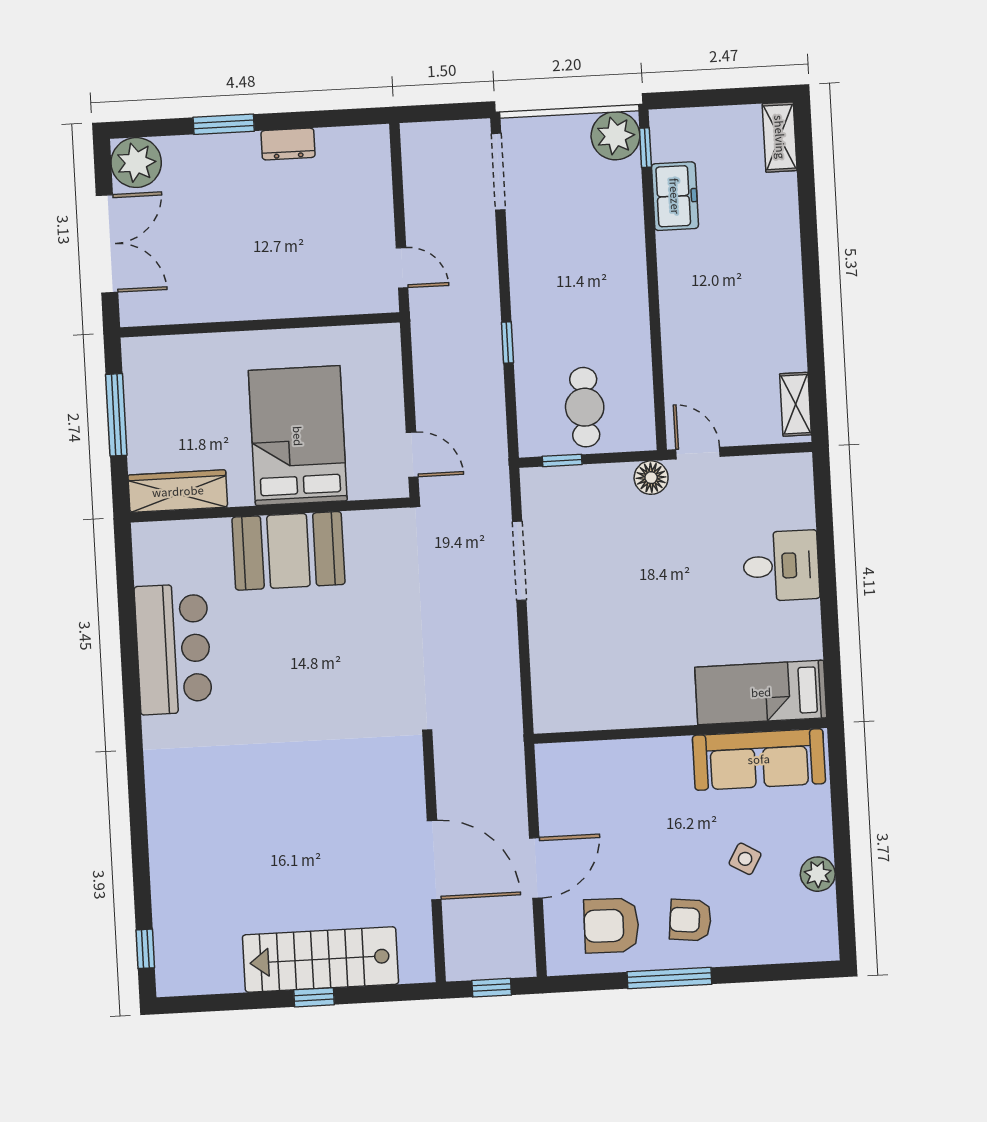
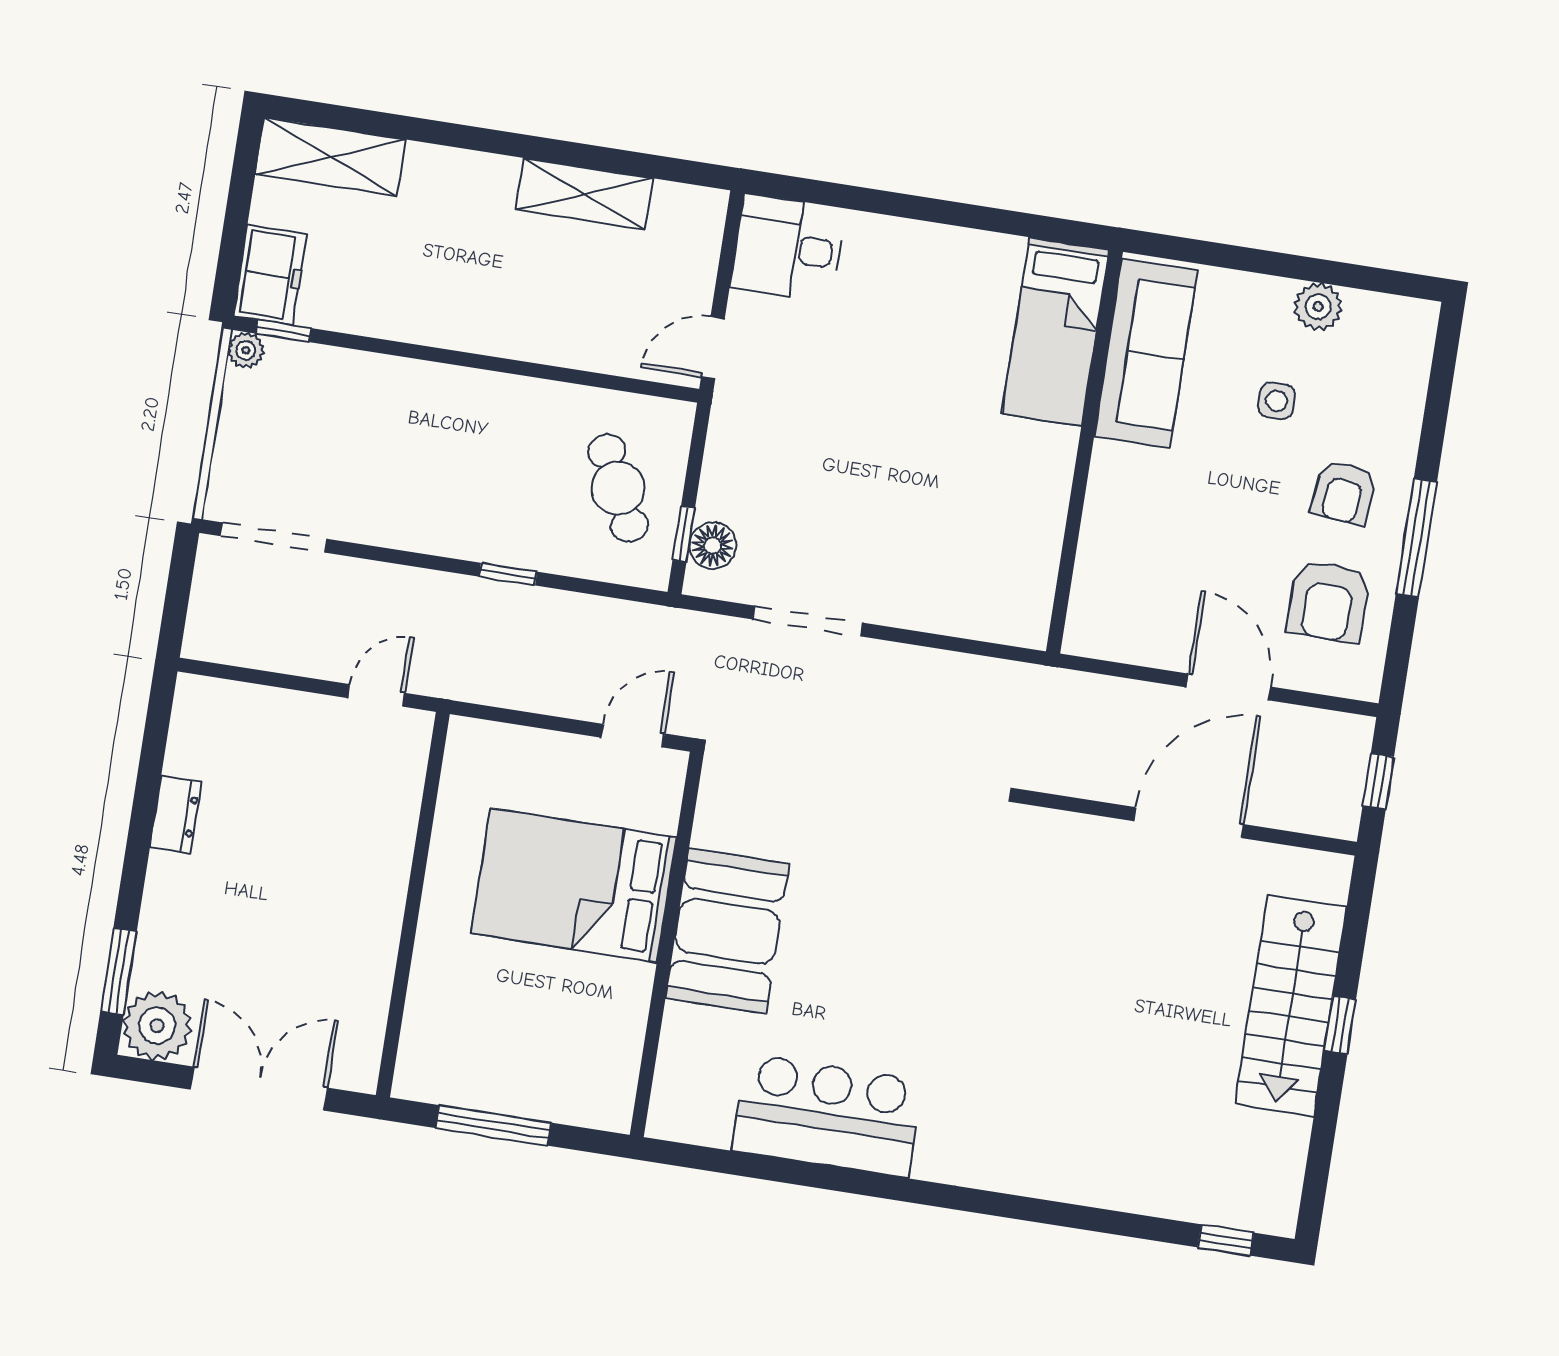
window: (224, 124) -> (119, 971), moved
plant: (615, 136) -> (246, 350), width x0.53, depth x0.53
shelving: (780, 137) -> (331, 157), width x1.50, depth x1.33
freezer: (675, 196) -> (270, 275), moved, turned 90
shelving: (795, 404) -> (584, 194), moved, width x1.50, depth x1.33
cafe table: (585, 407) -> (618, 488), turned 64
floor lamp: (651, 478) -> (713, 546), moved
wardrobe: (178, 491) -> (614, 1064), removed
desk: (781, 566) -> (788, 248), moved, turned -90
side table: (745, 859) -> (1277, 401), turned -30

